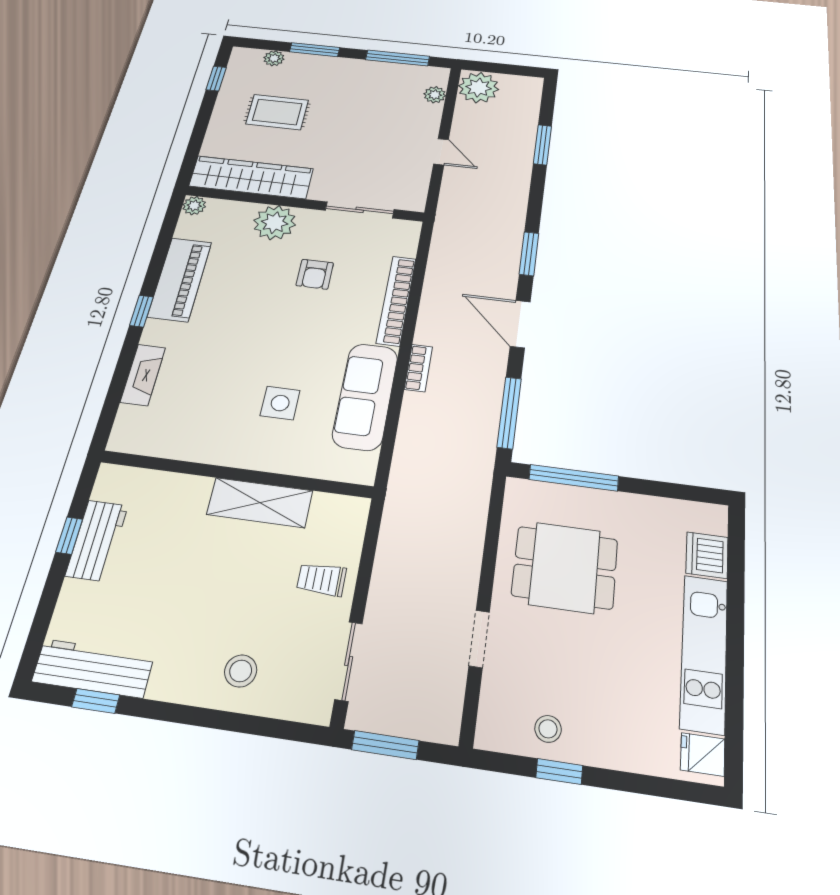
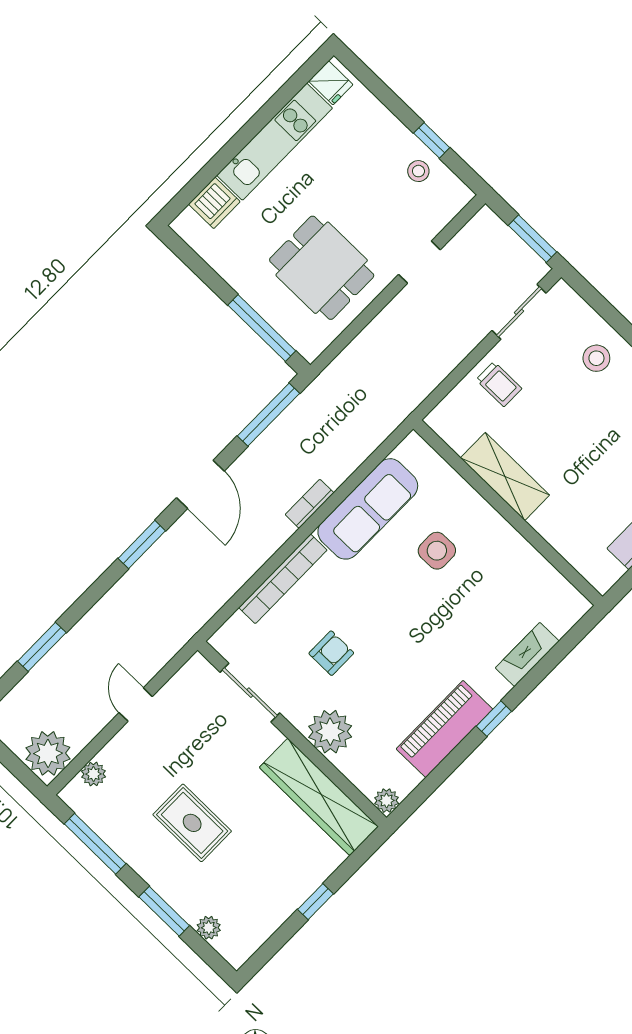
window: (216, 79) -> (316, 902), moved
rug: (277, 112) -> (192, 823), moved

